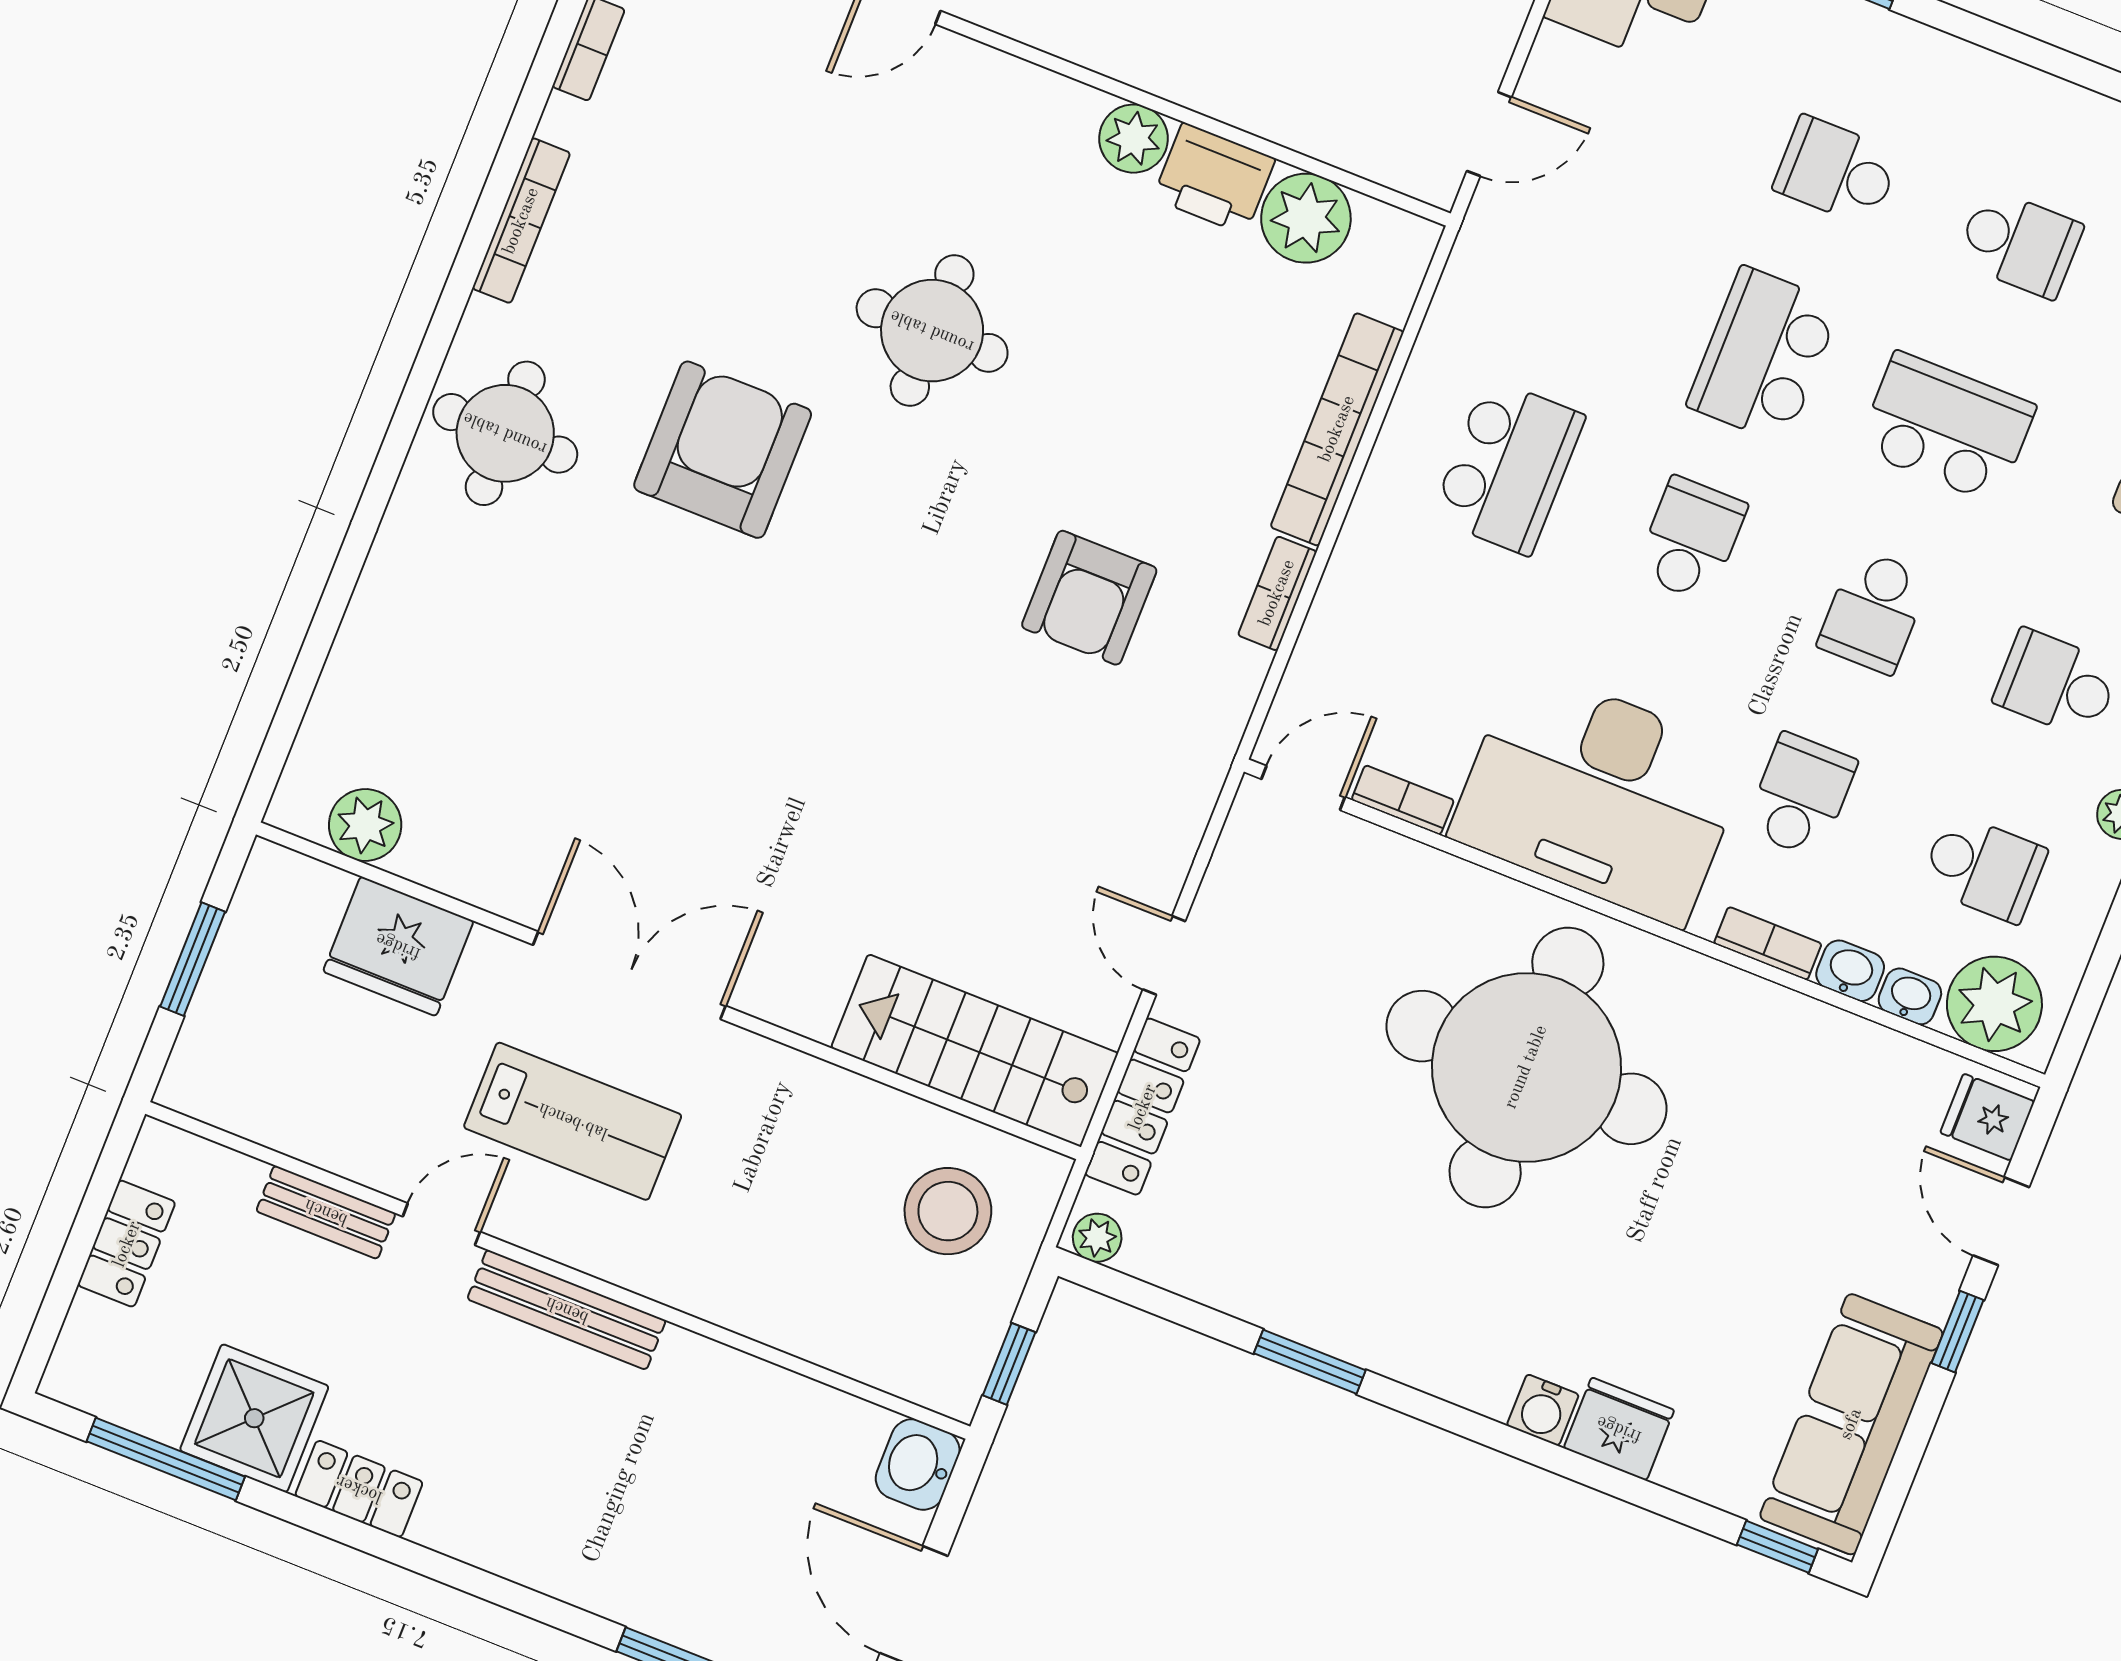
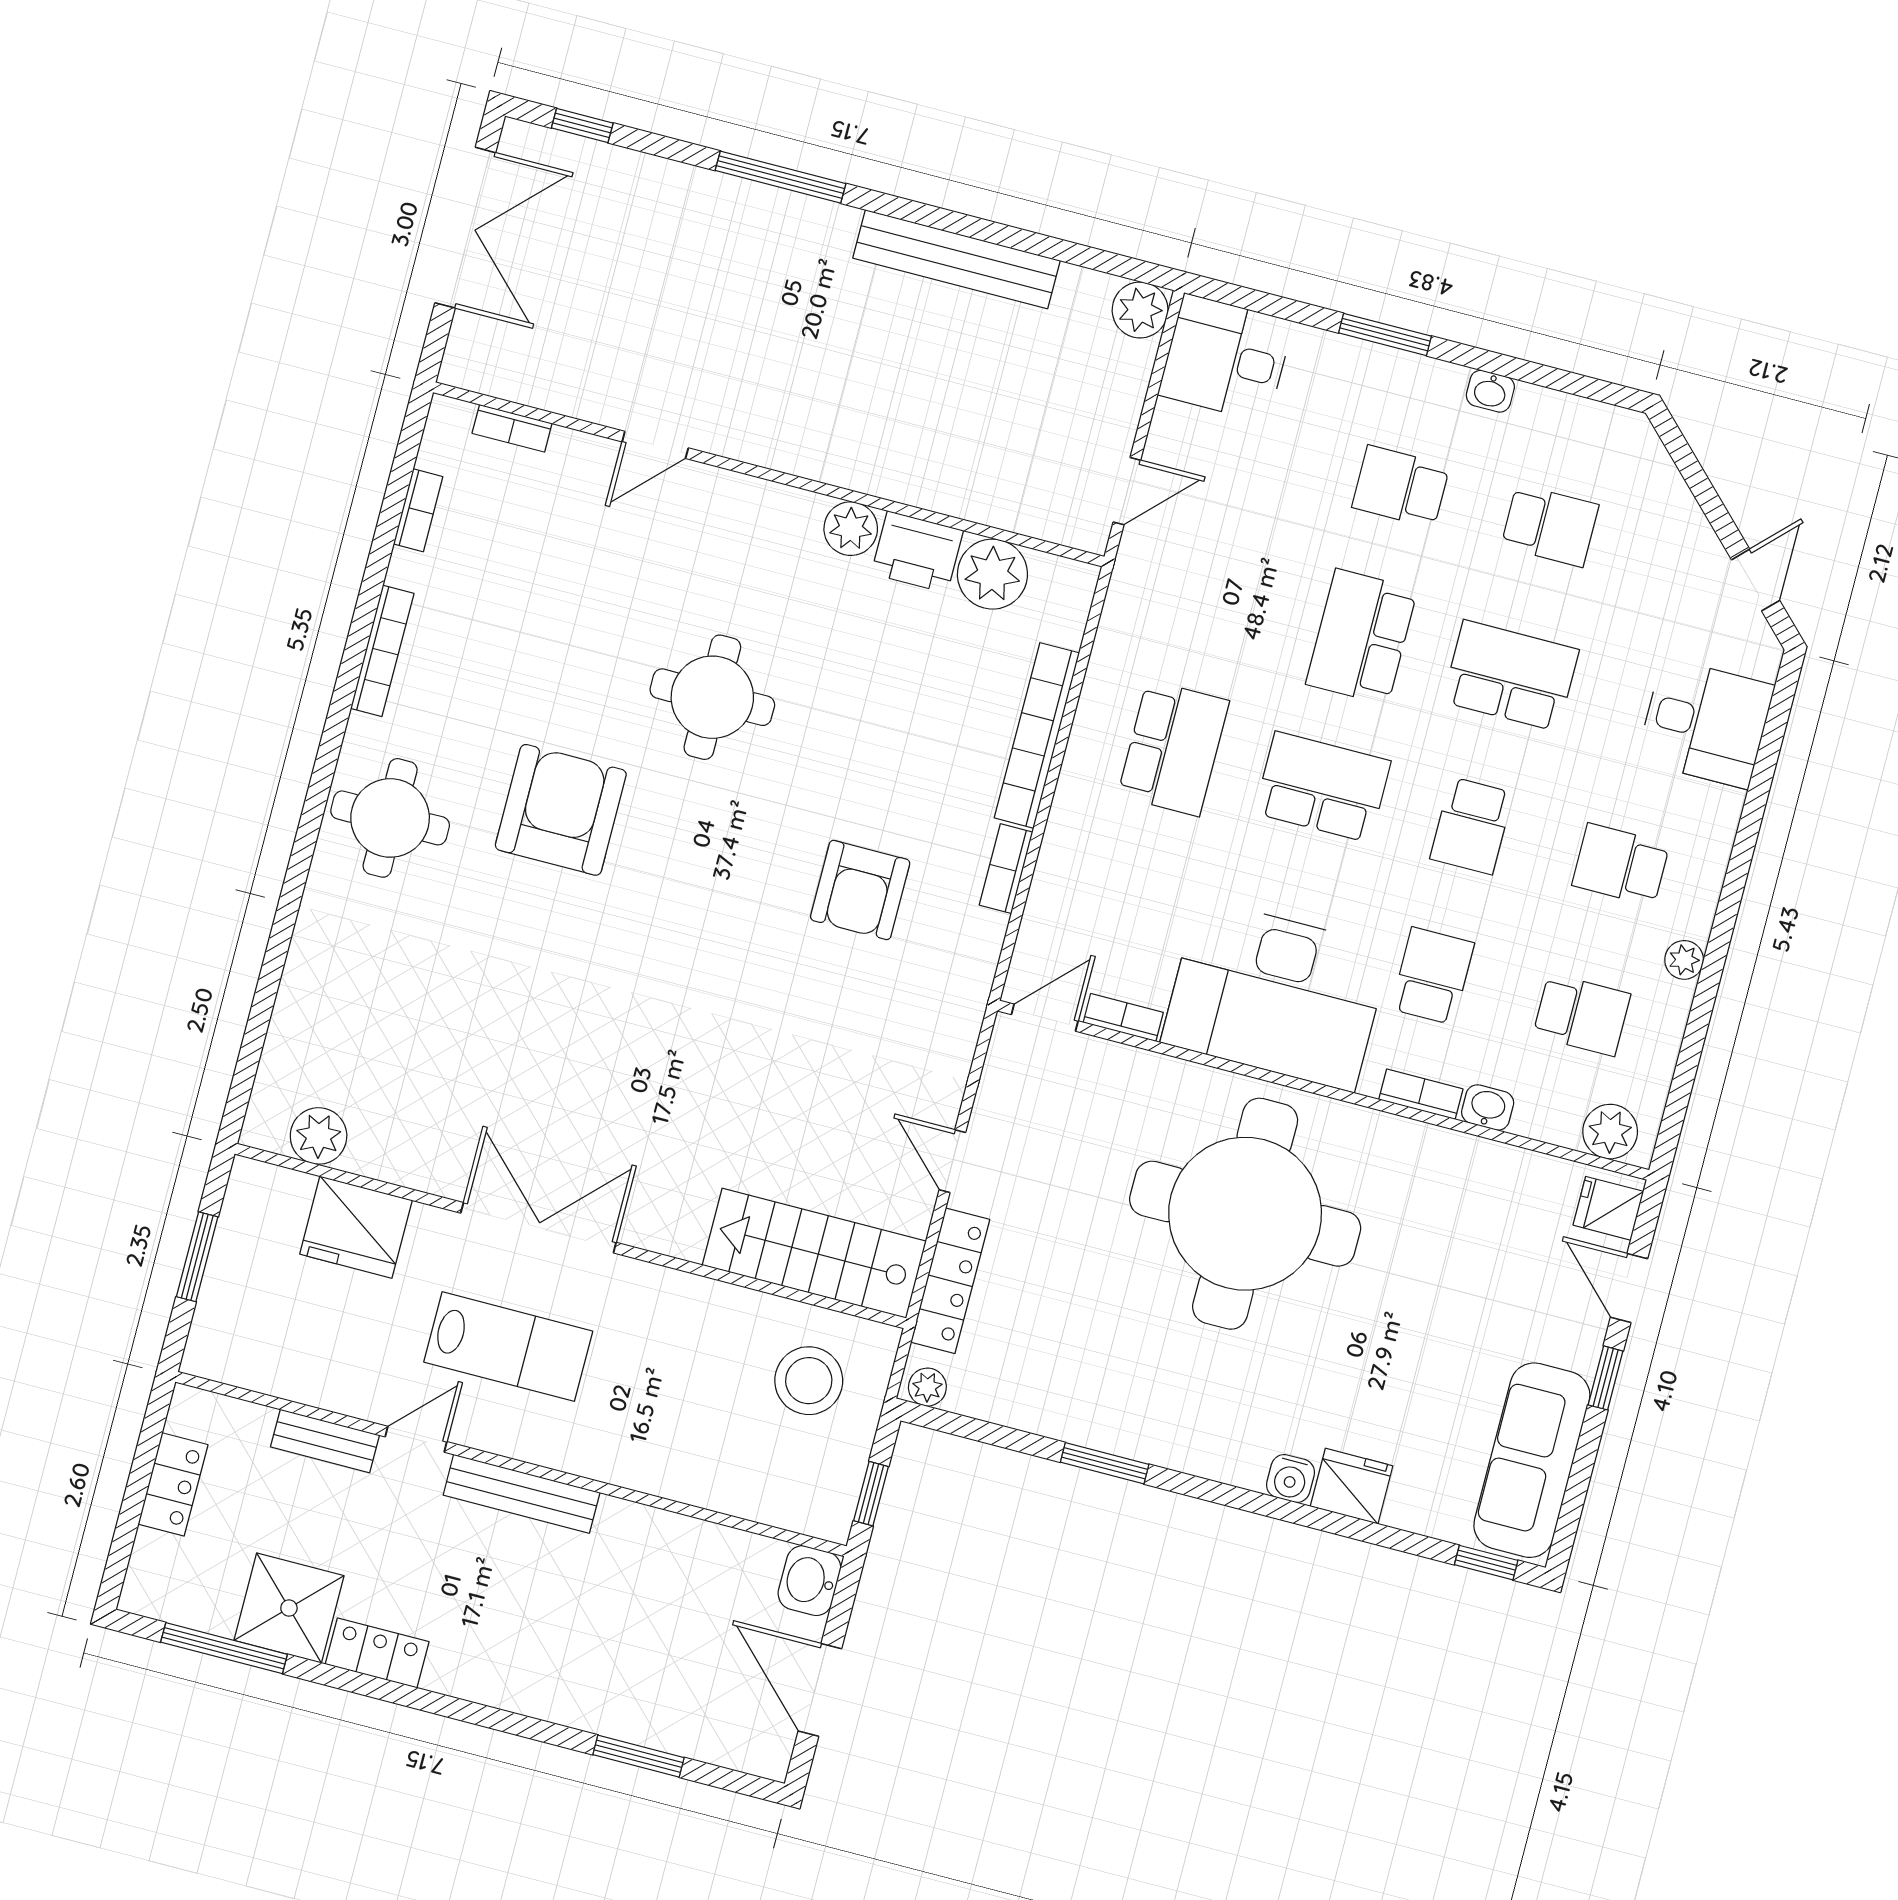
school desk: (1691, 539) -> (1323, 787), width x1.85
washbasin: (1910, 996) -> (1490, 391), moved, turned 180
plant: (1994, 1004) -> (1610, 1132), width x0.73, depth x0.73

